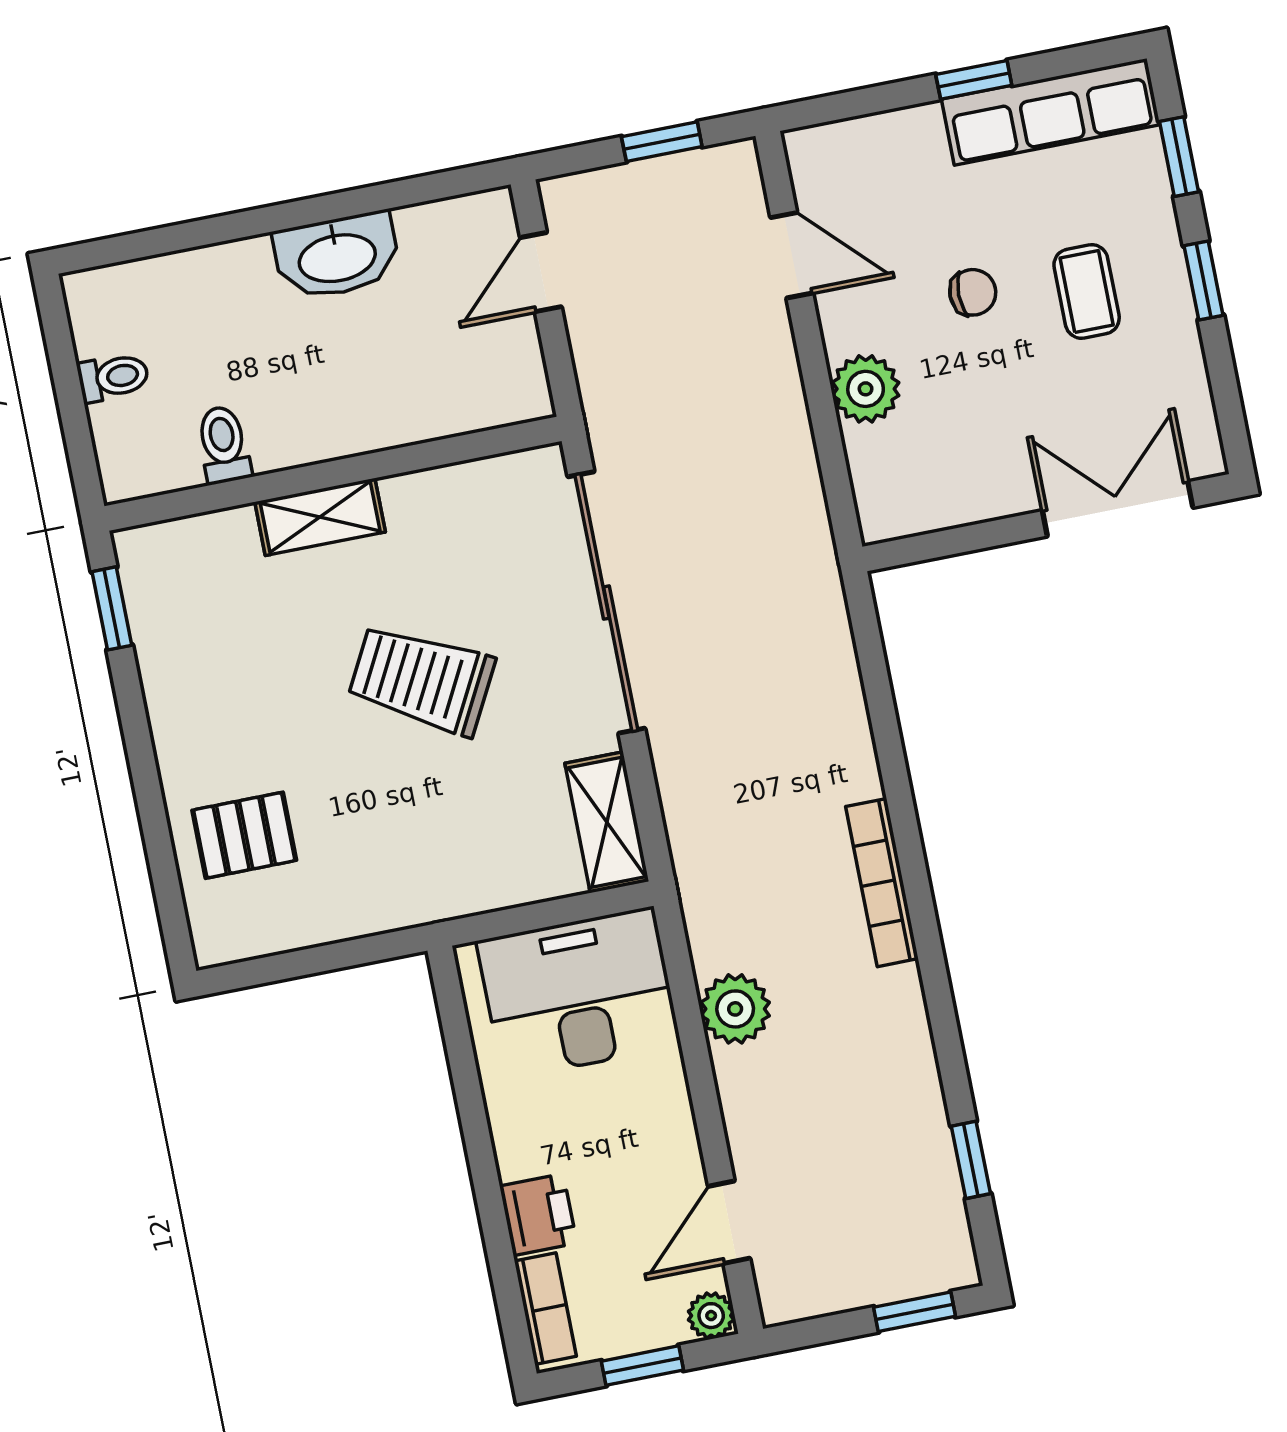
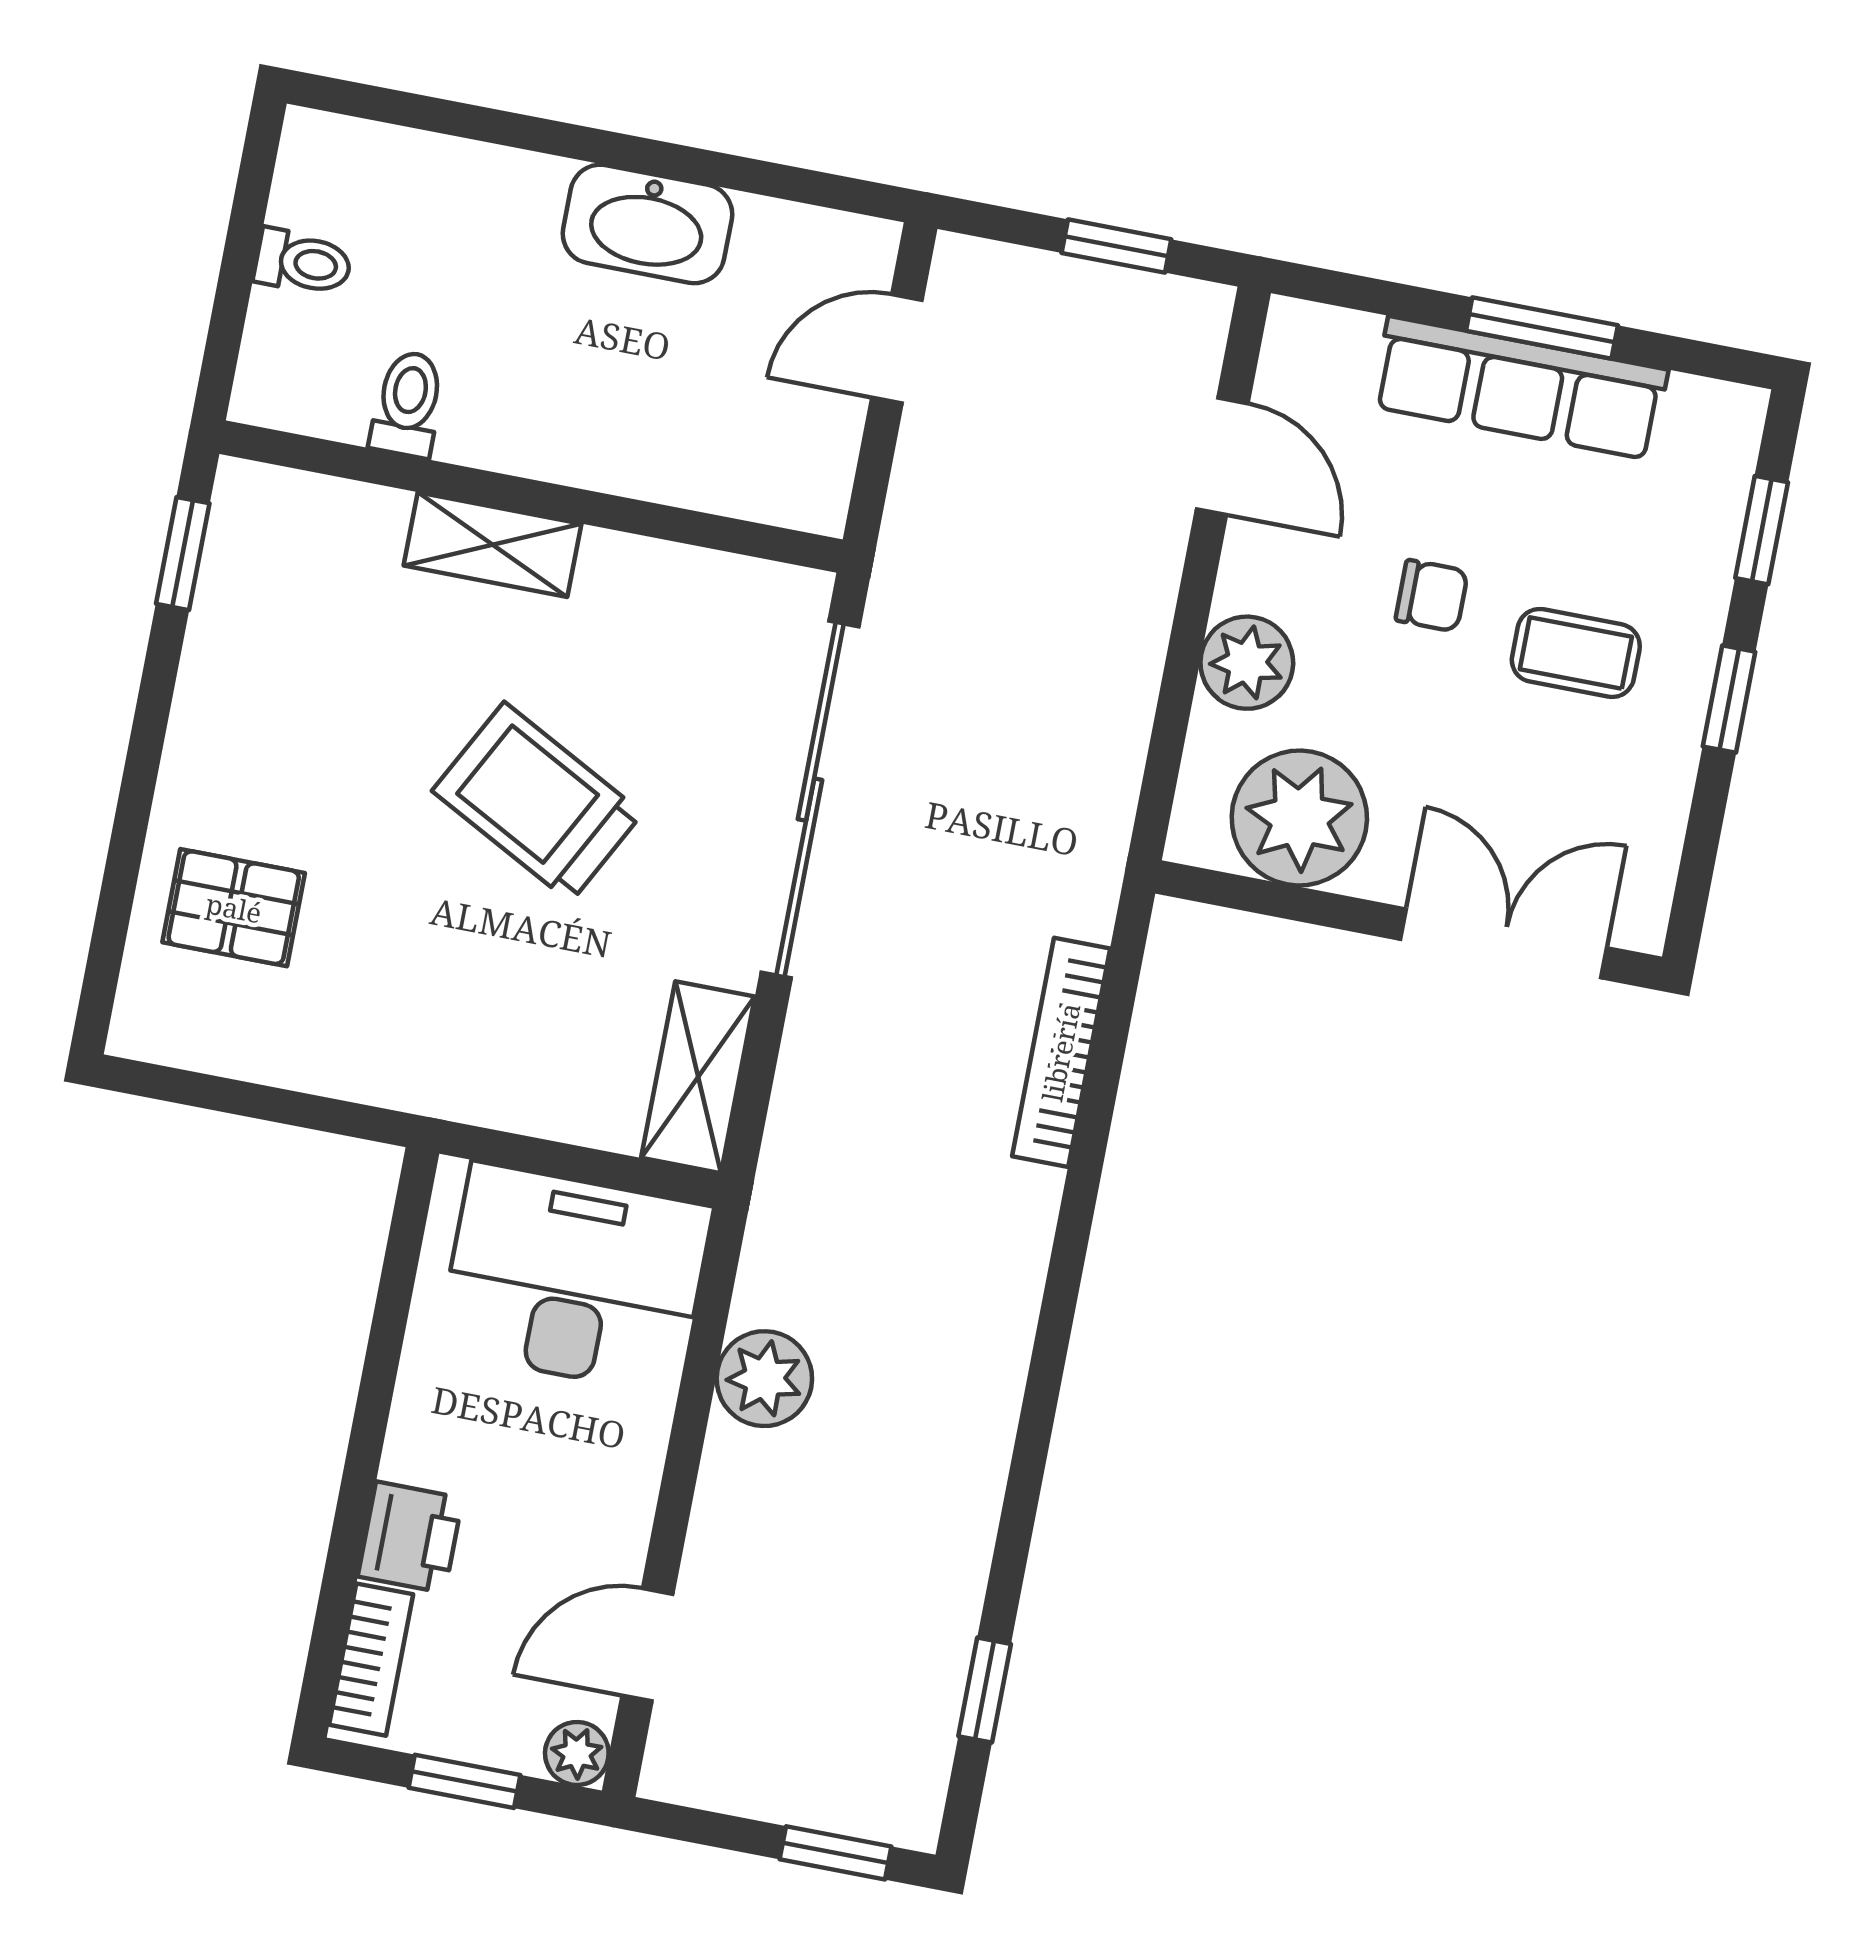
window: (974, 80) -> (1542, 328), width x1.50
row of seats: (1051, 112) -> (1520, 388), moved
coffee table: (1087, 291) -> (1576, 653), turned 90
plant: (944, 480) -> (1299, 818), added
bookcase: (882, 883) -> (1061, 1052), moved

